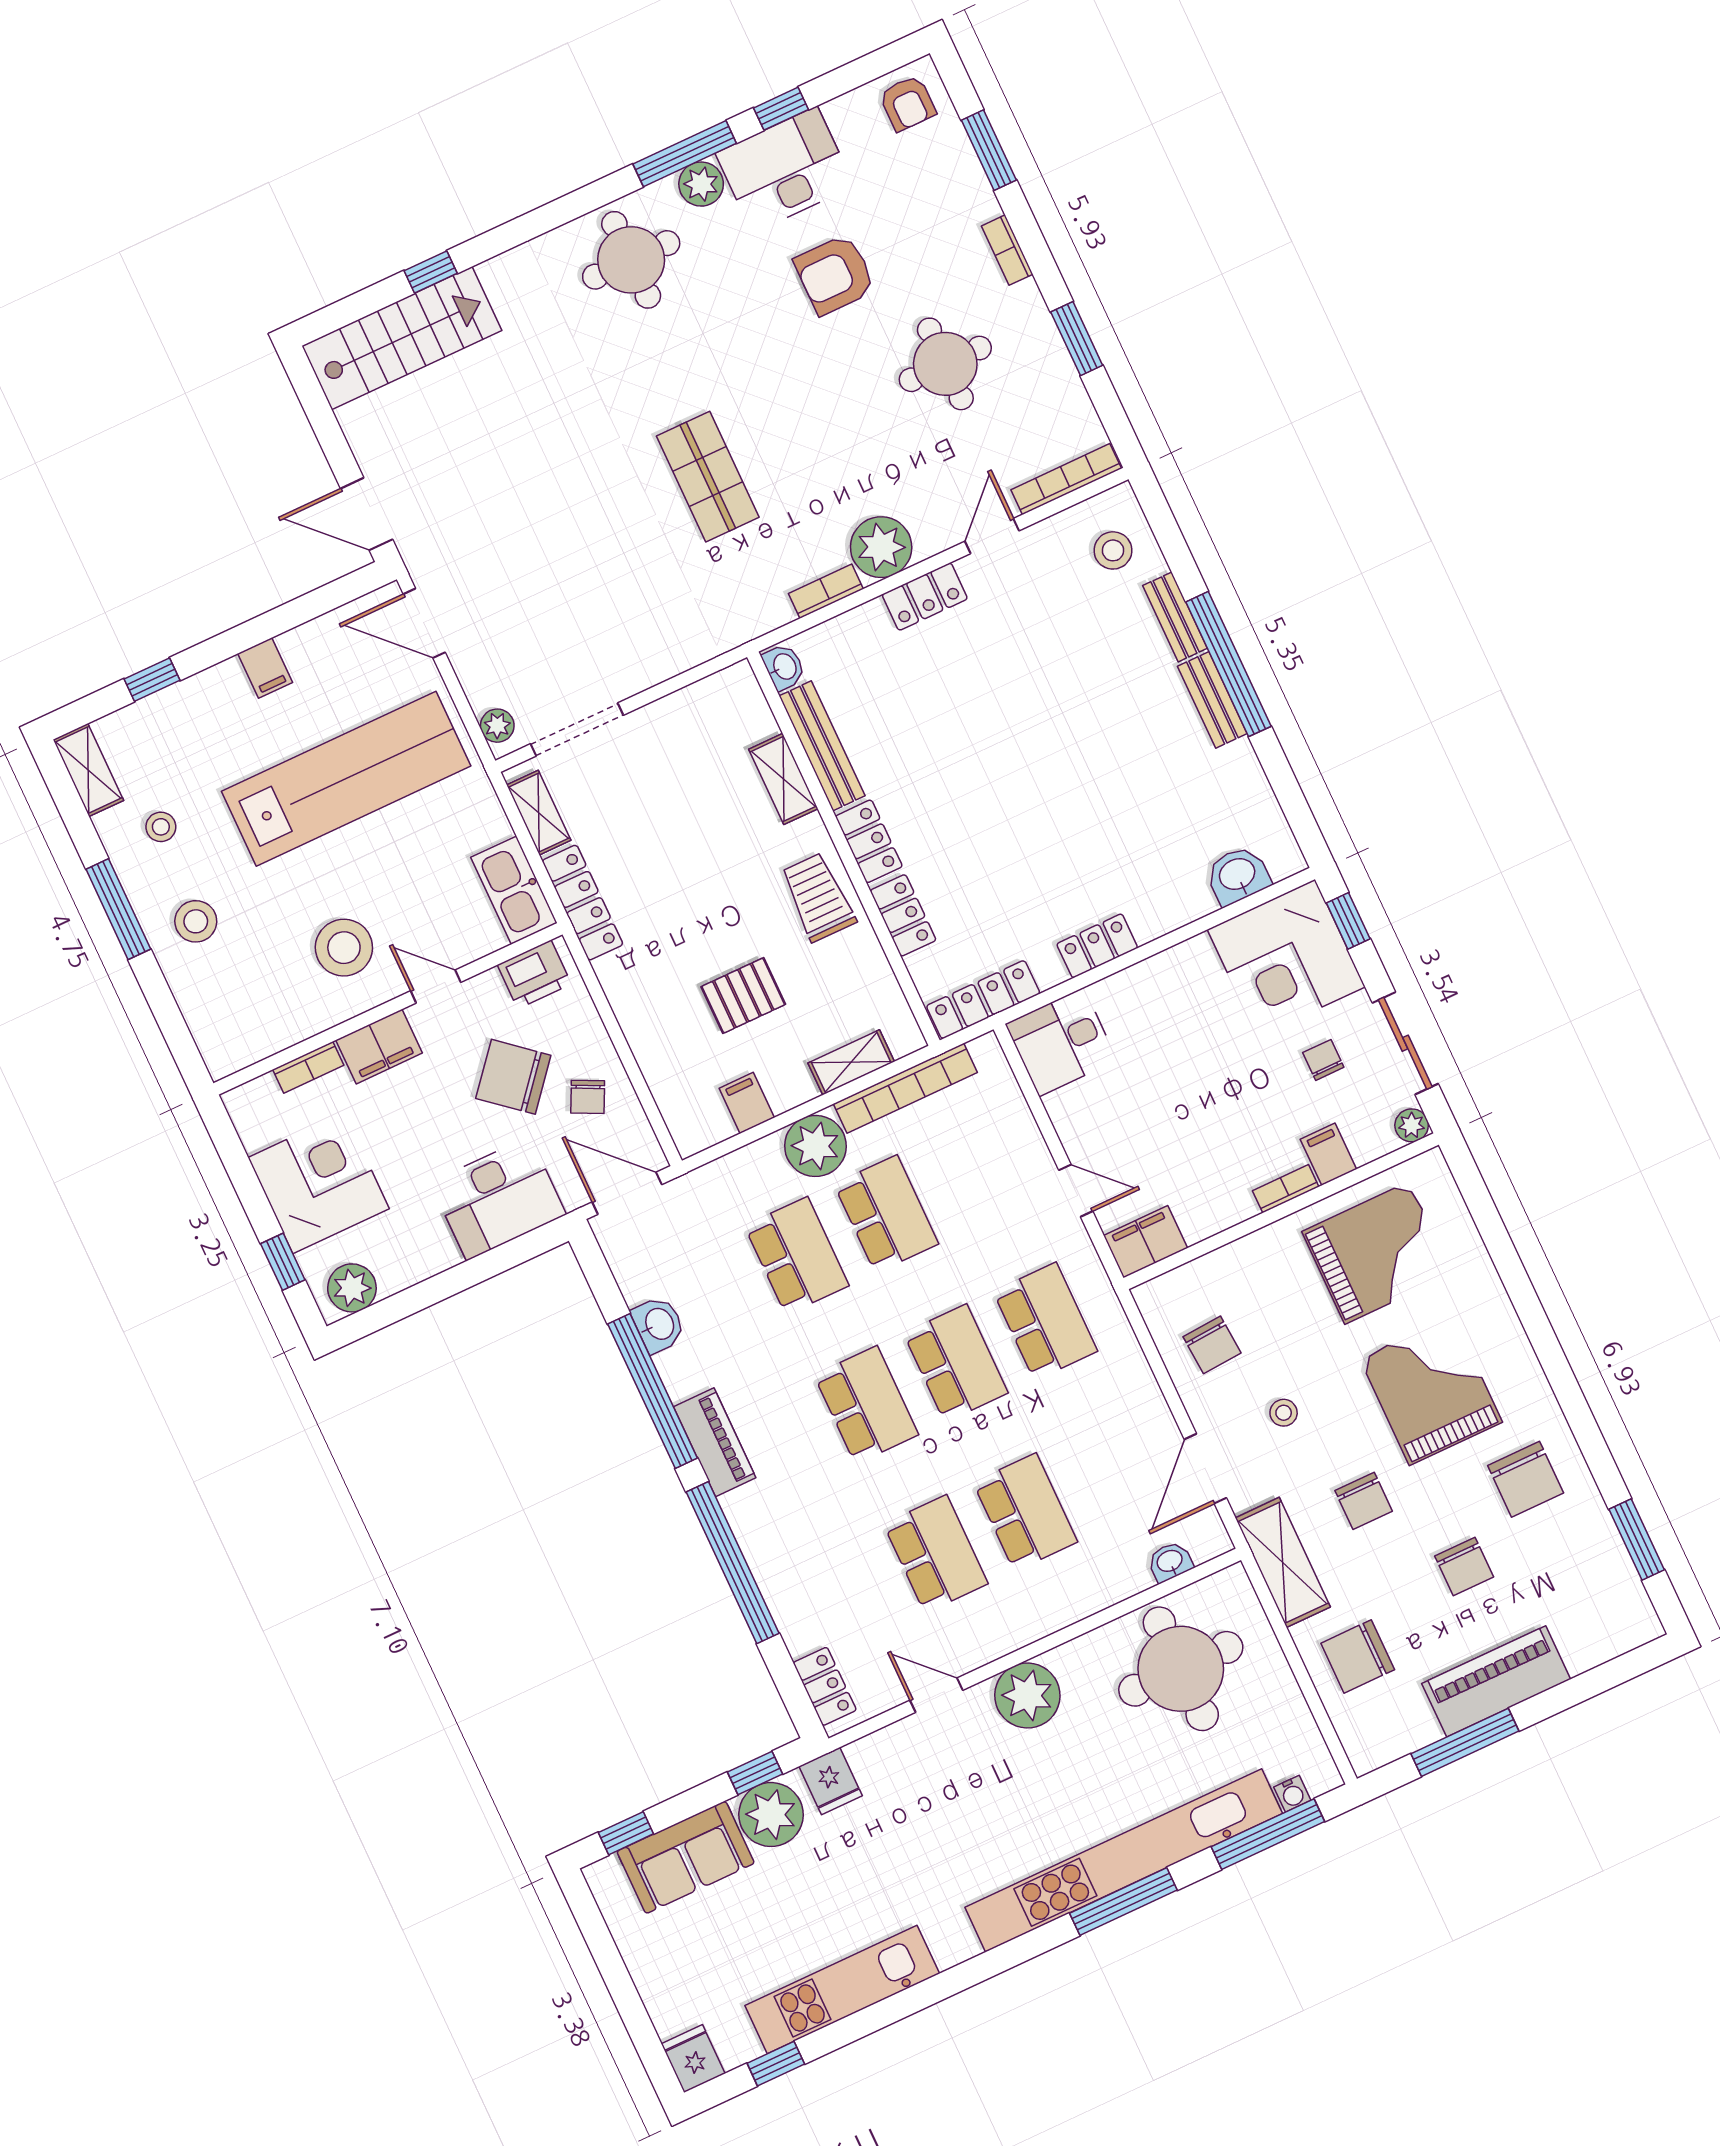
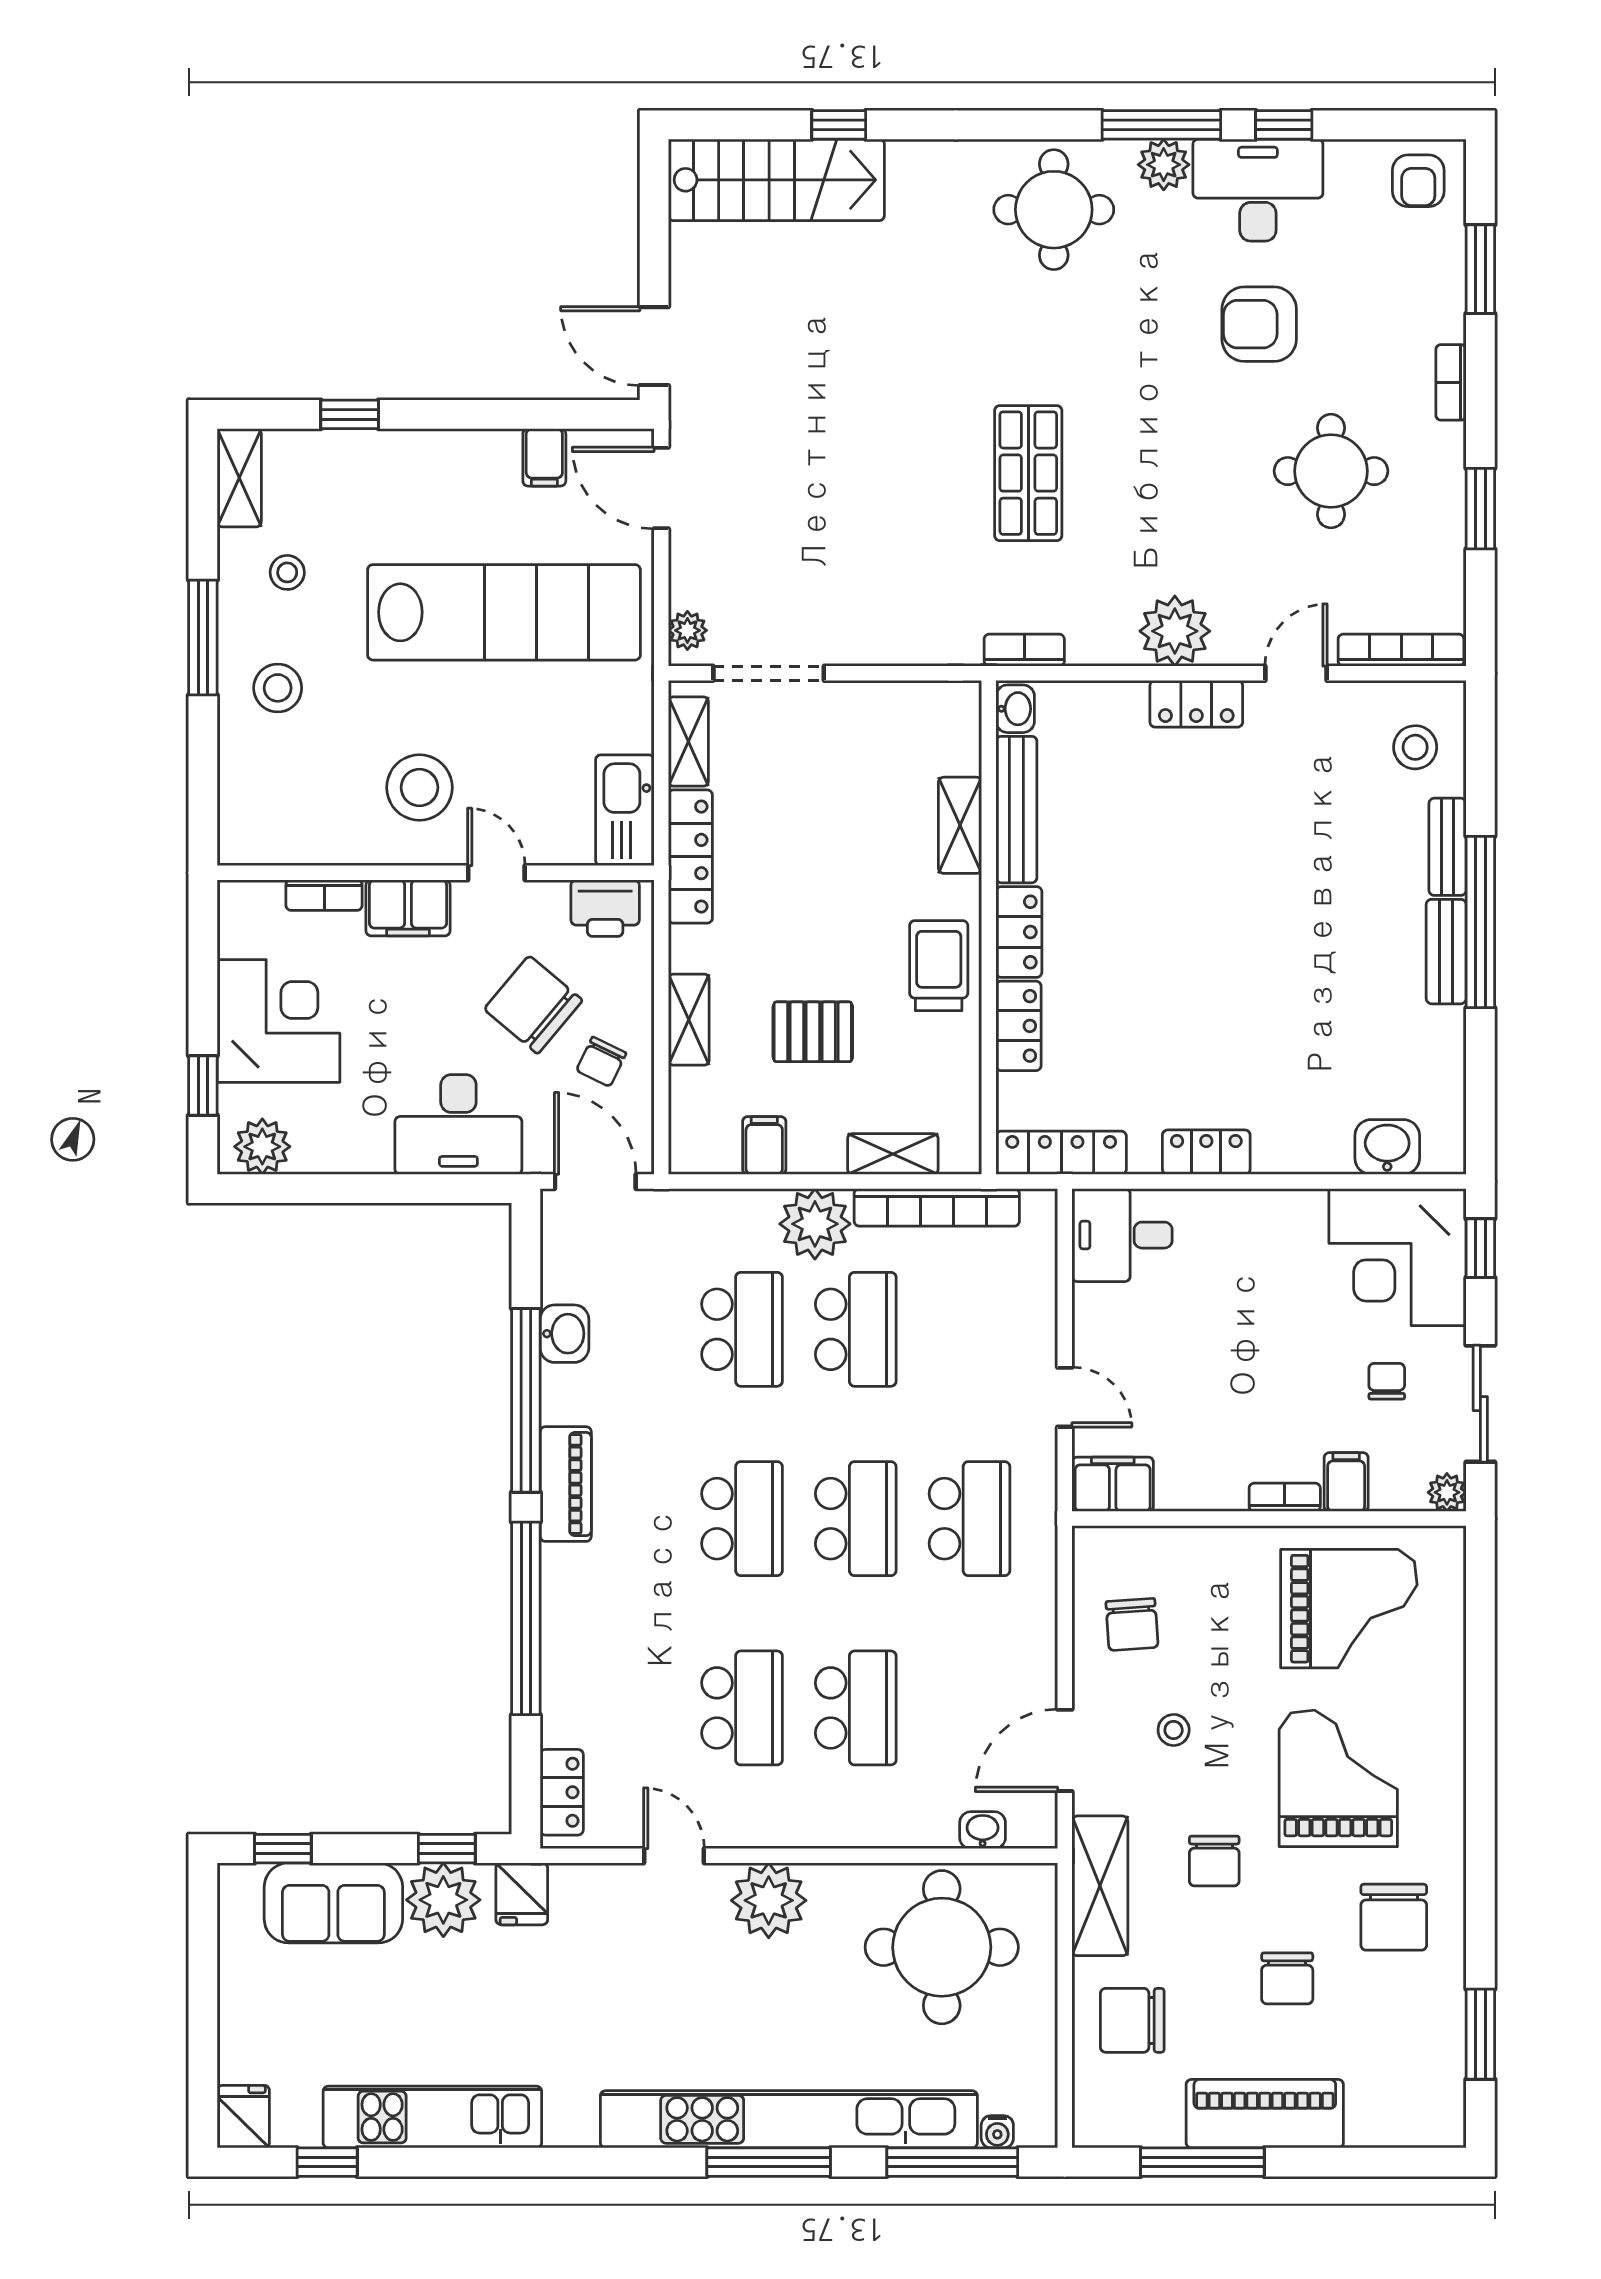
bookcase: (826, 591) -> (1024, 650), moved
filing cabinet: (265, 668) -> (544, 457), moved
shelving: (641, 1032) -> (689, 1020), added

